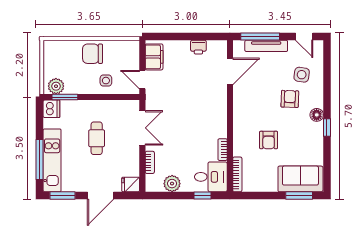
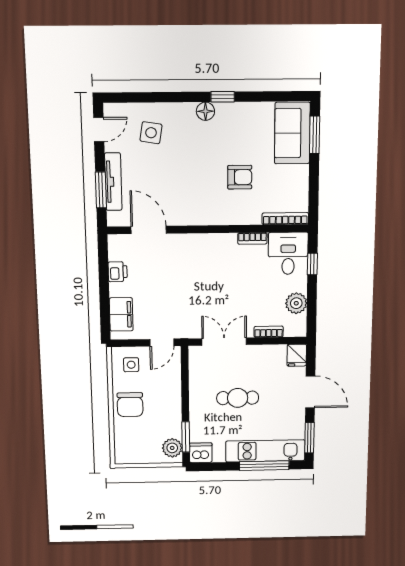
window: (260, 36) -> (101, 190), width x0.69
filing cabinet: (154, 57) -> (121, 314), moved, turned 90
side table: (106, 81) -> (131, 365), moved
armchair: (290, 99) -> (184, 149), removed

